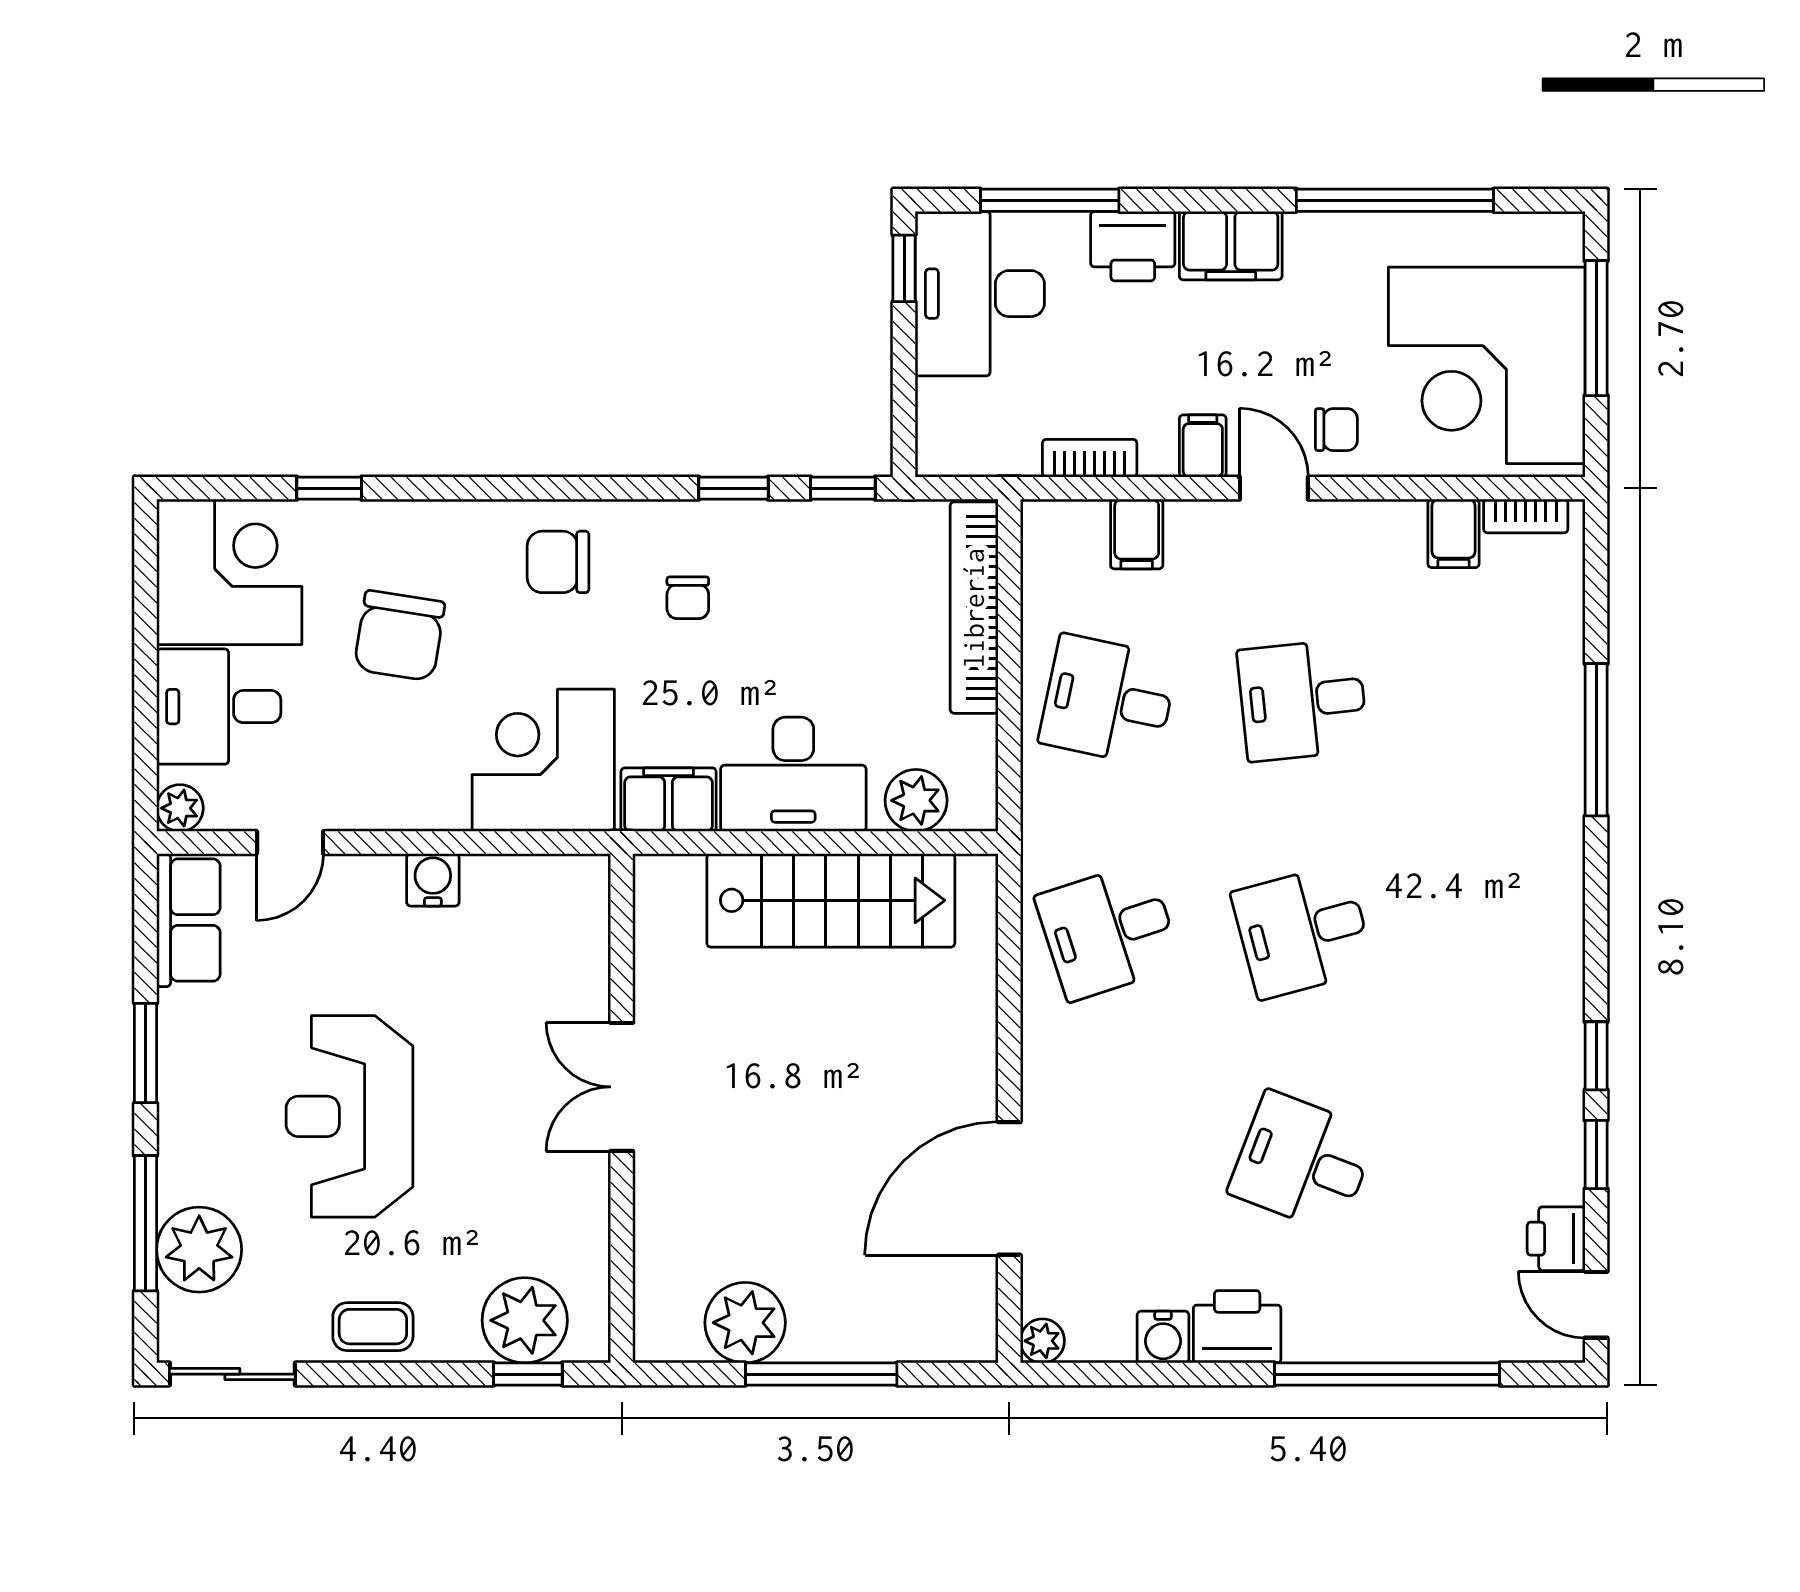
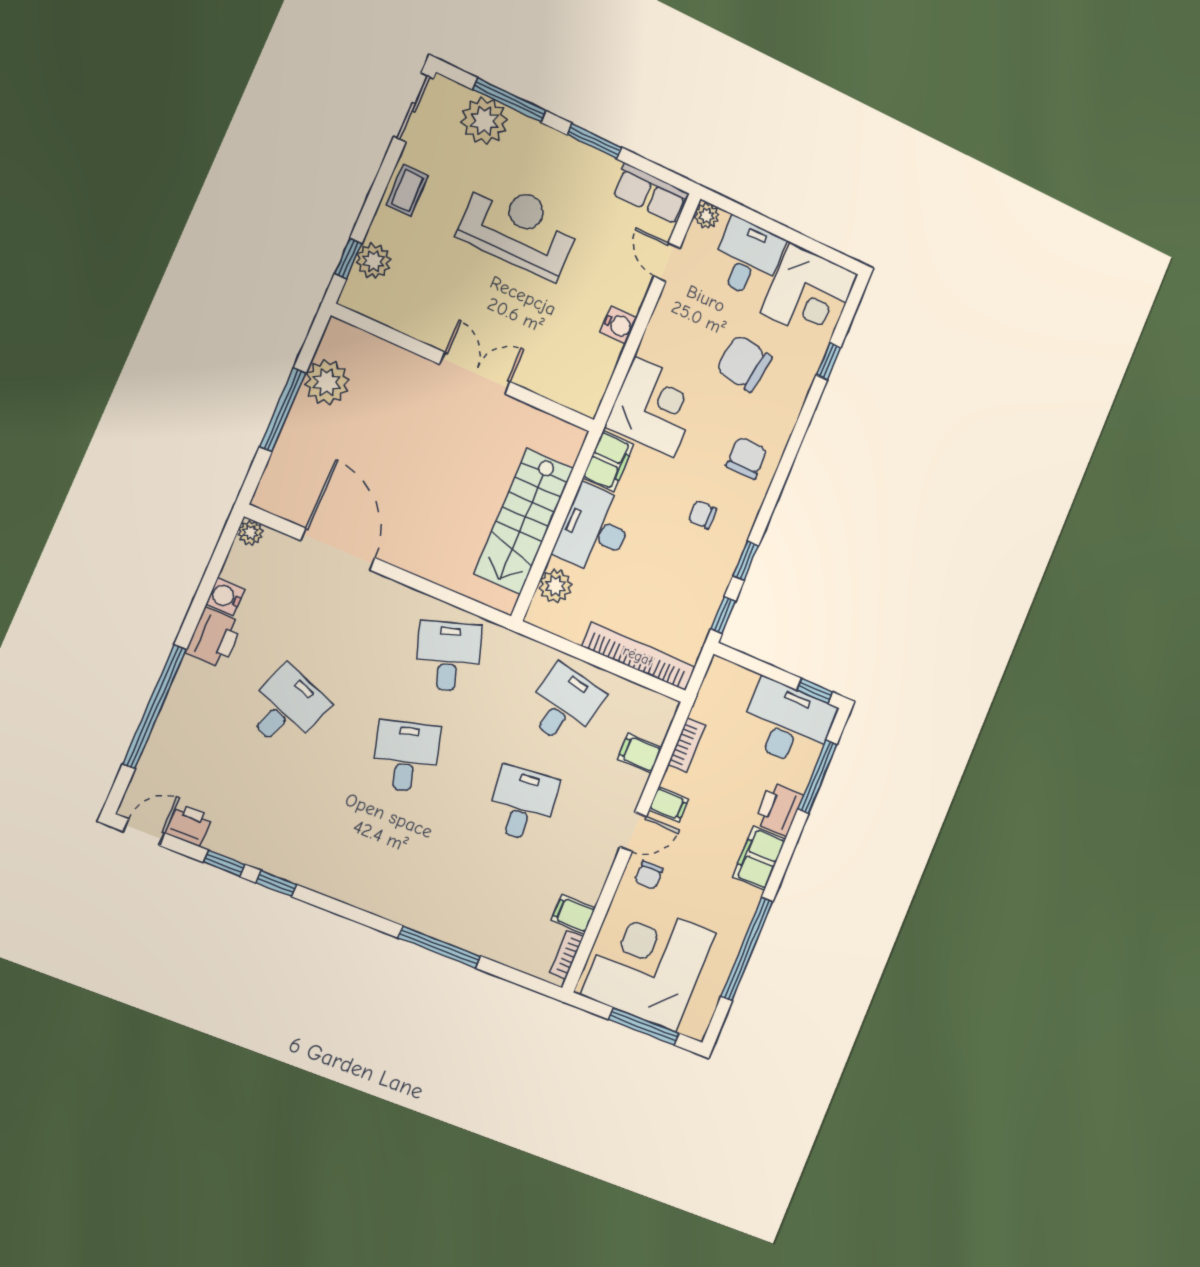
plant: (525, 1320) -> (373, 261), width x0.73, depth x0.73

